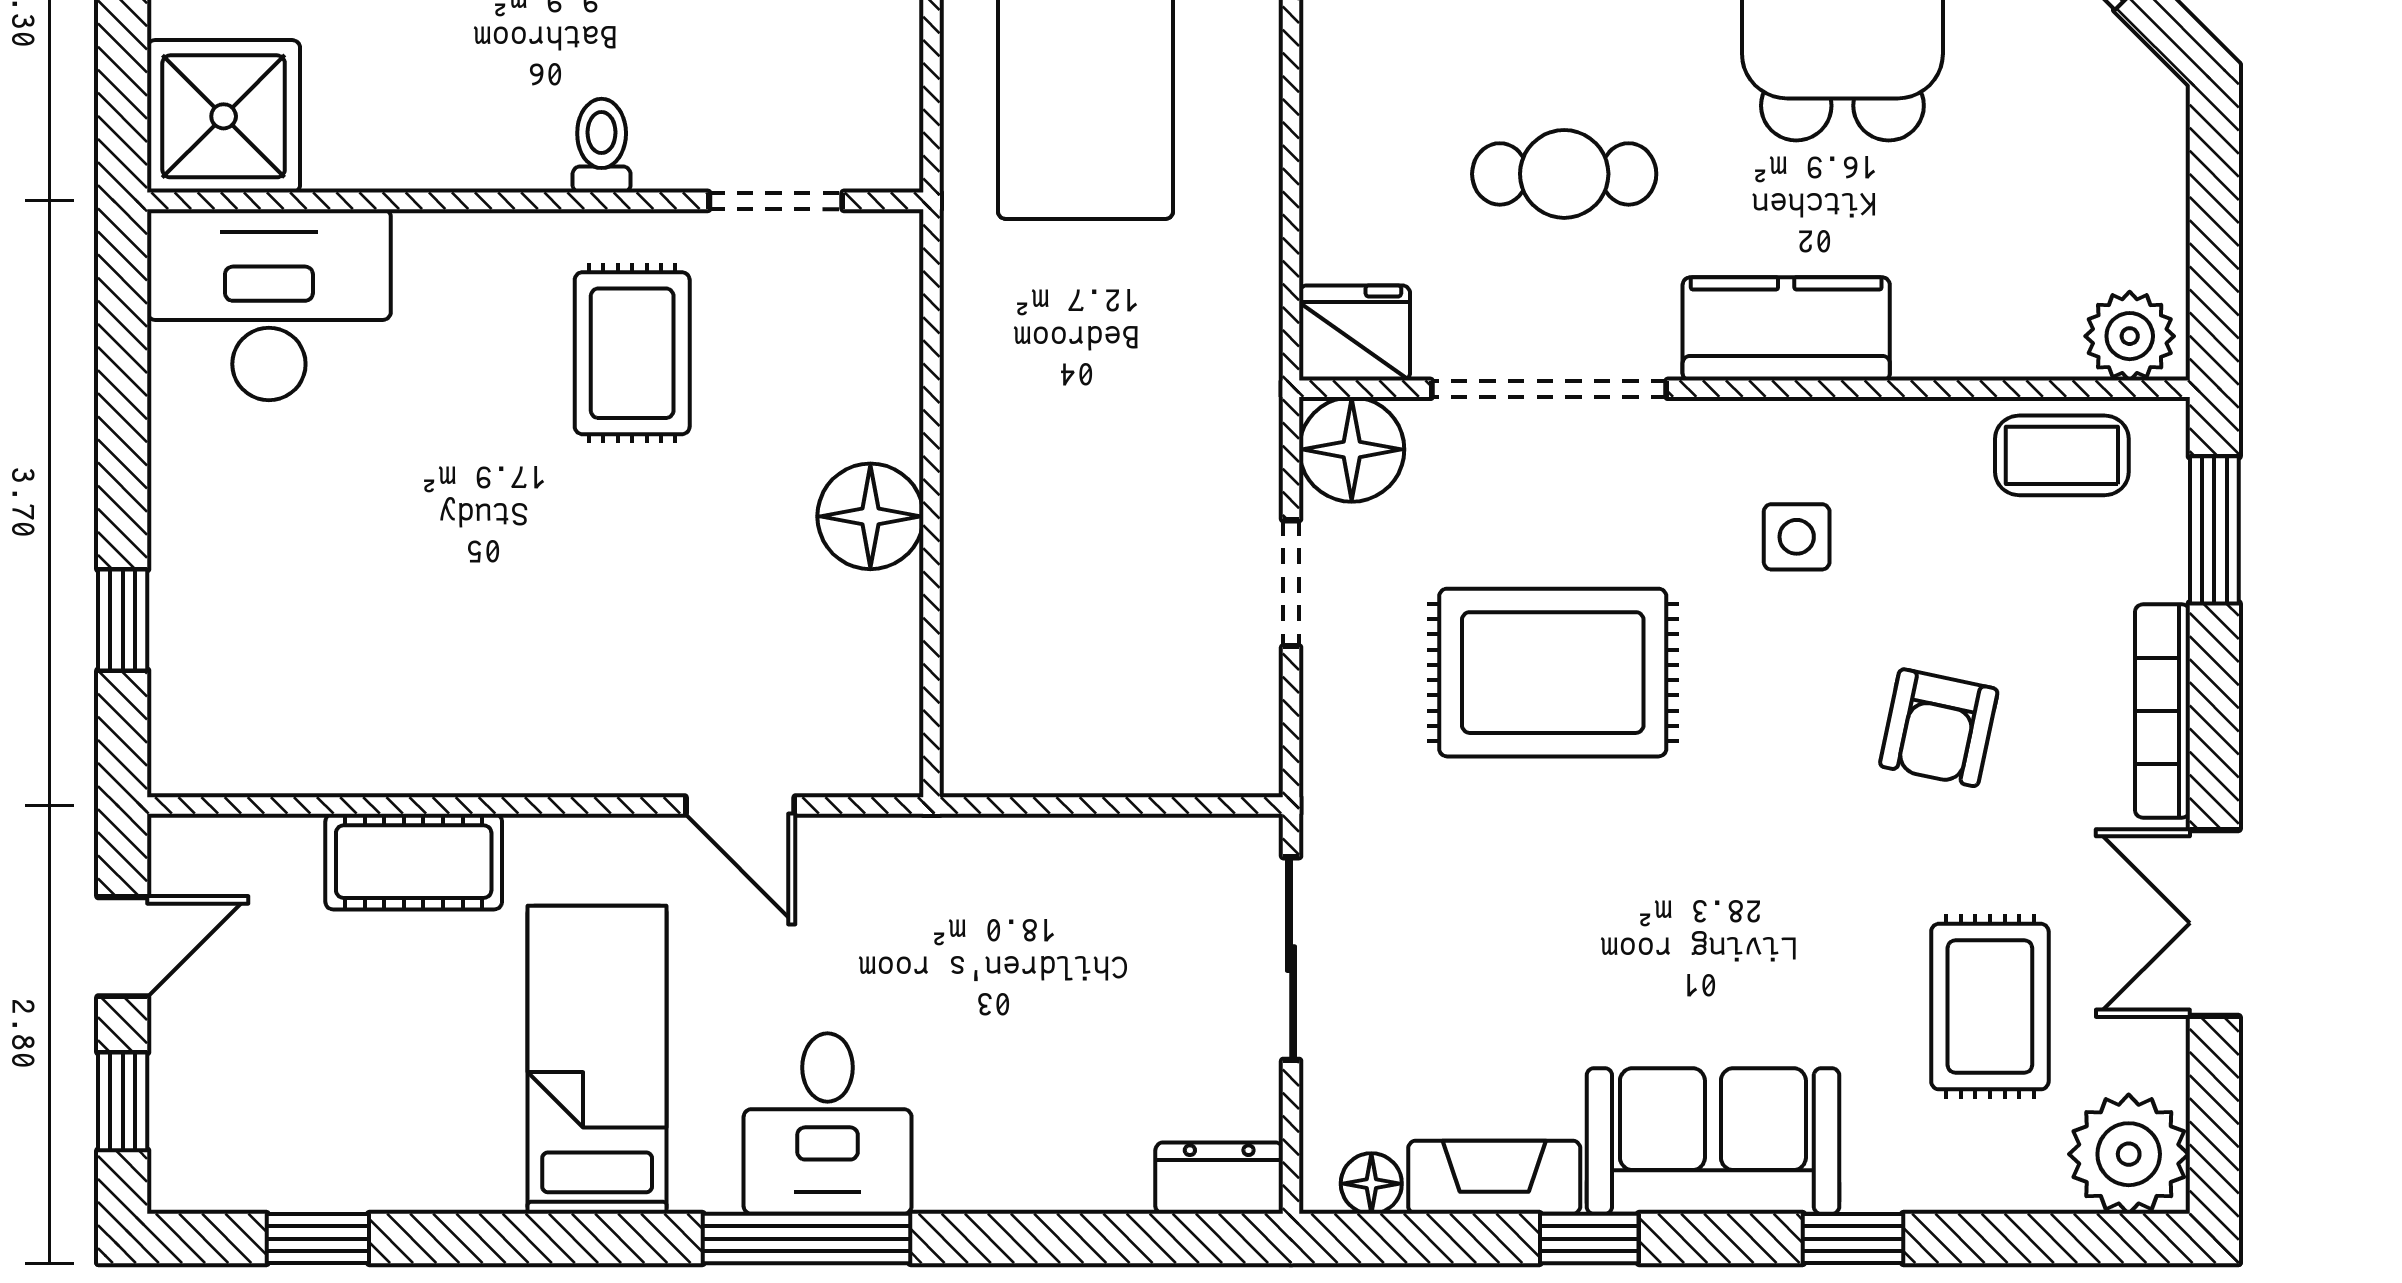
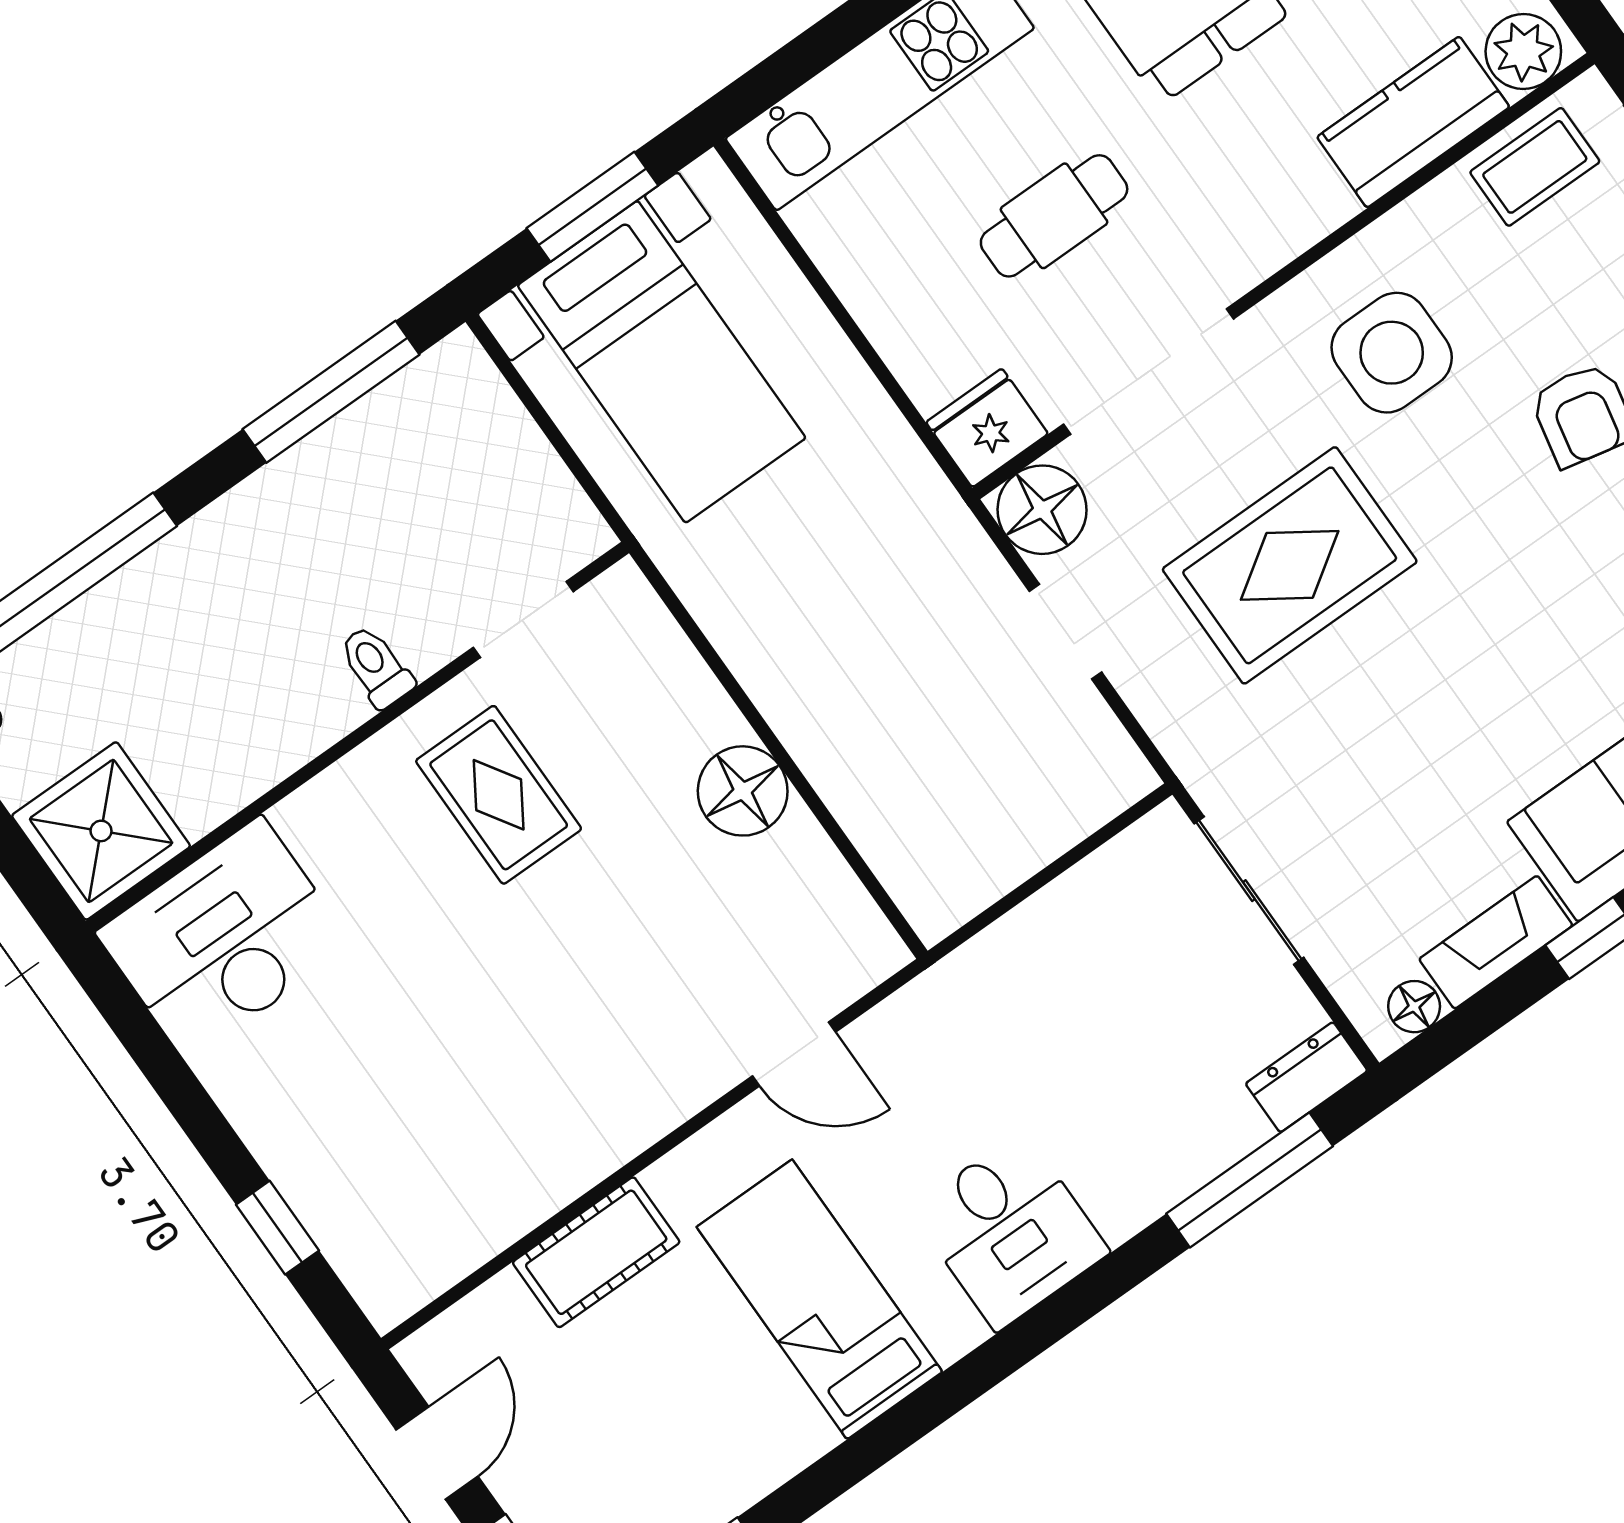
kitchen counter: (1786, 329) -> (1413, 122), moved
side table: (1797, 537) -> (1392, 353), width x1.87, depth x1.87
window: (806, 1239) -> (1250, 1180), moved

